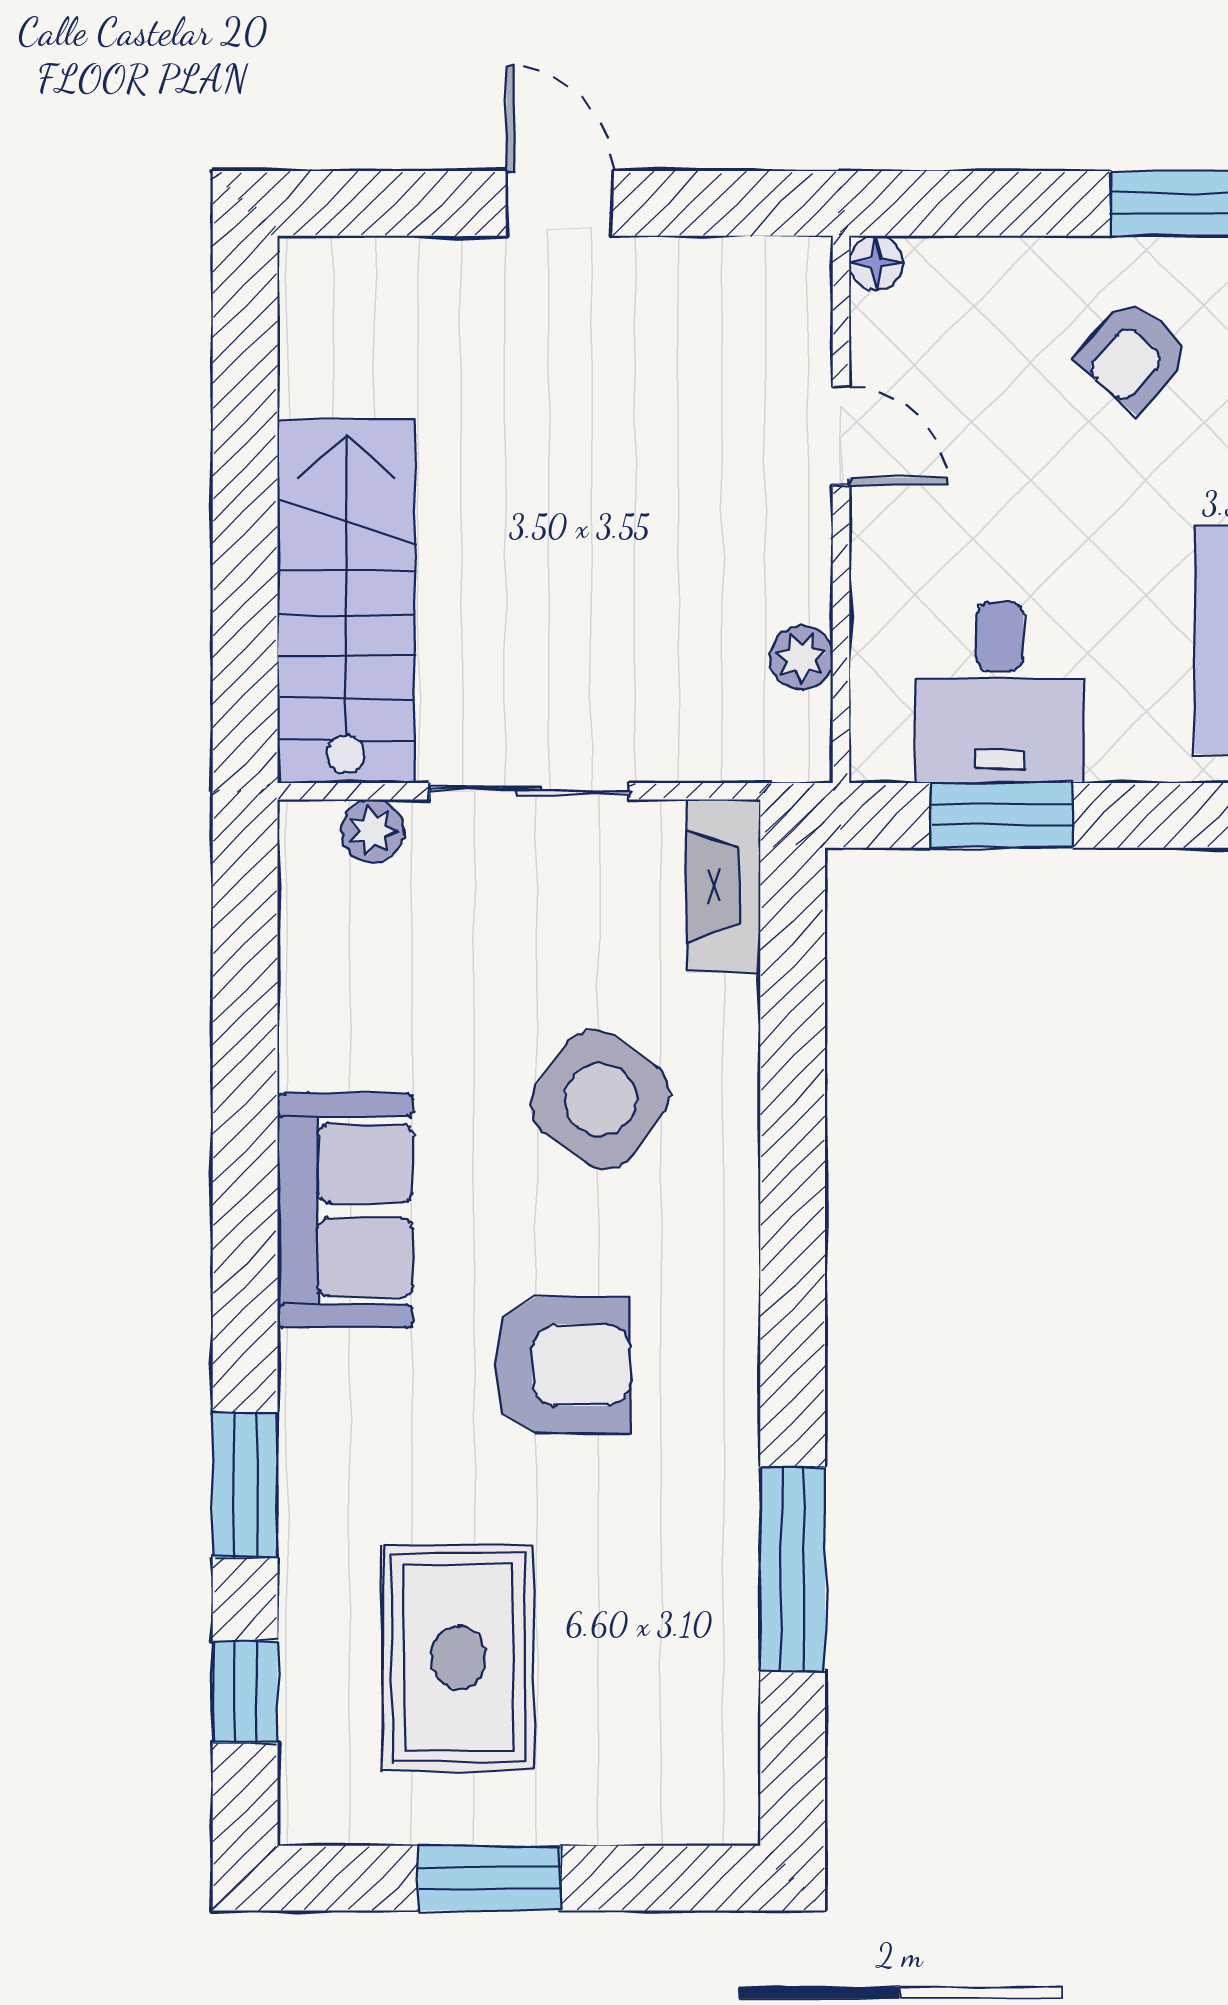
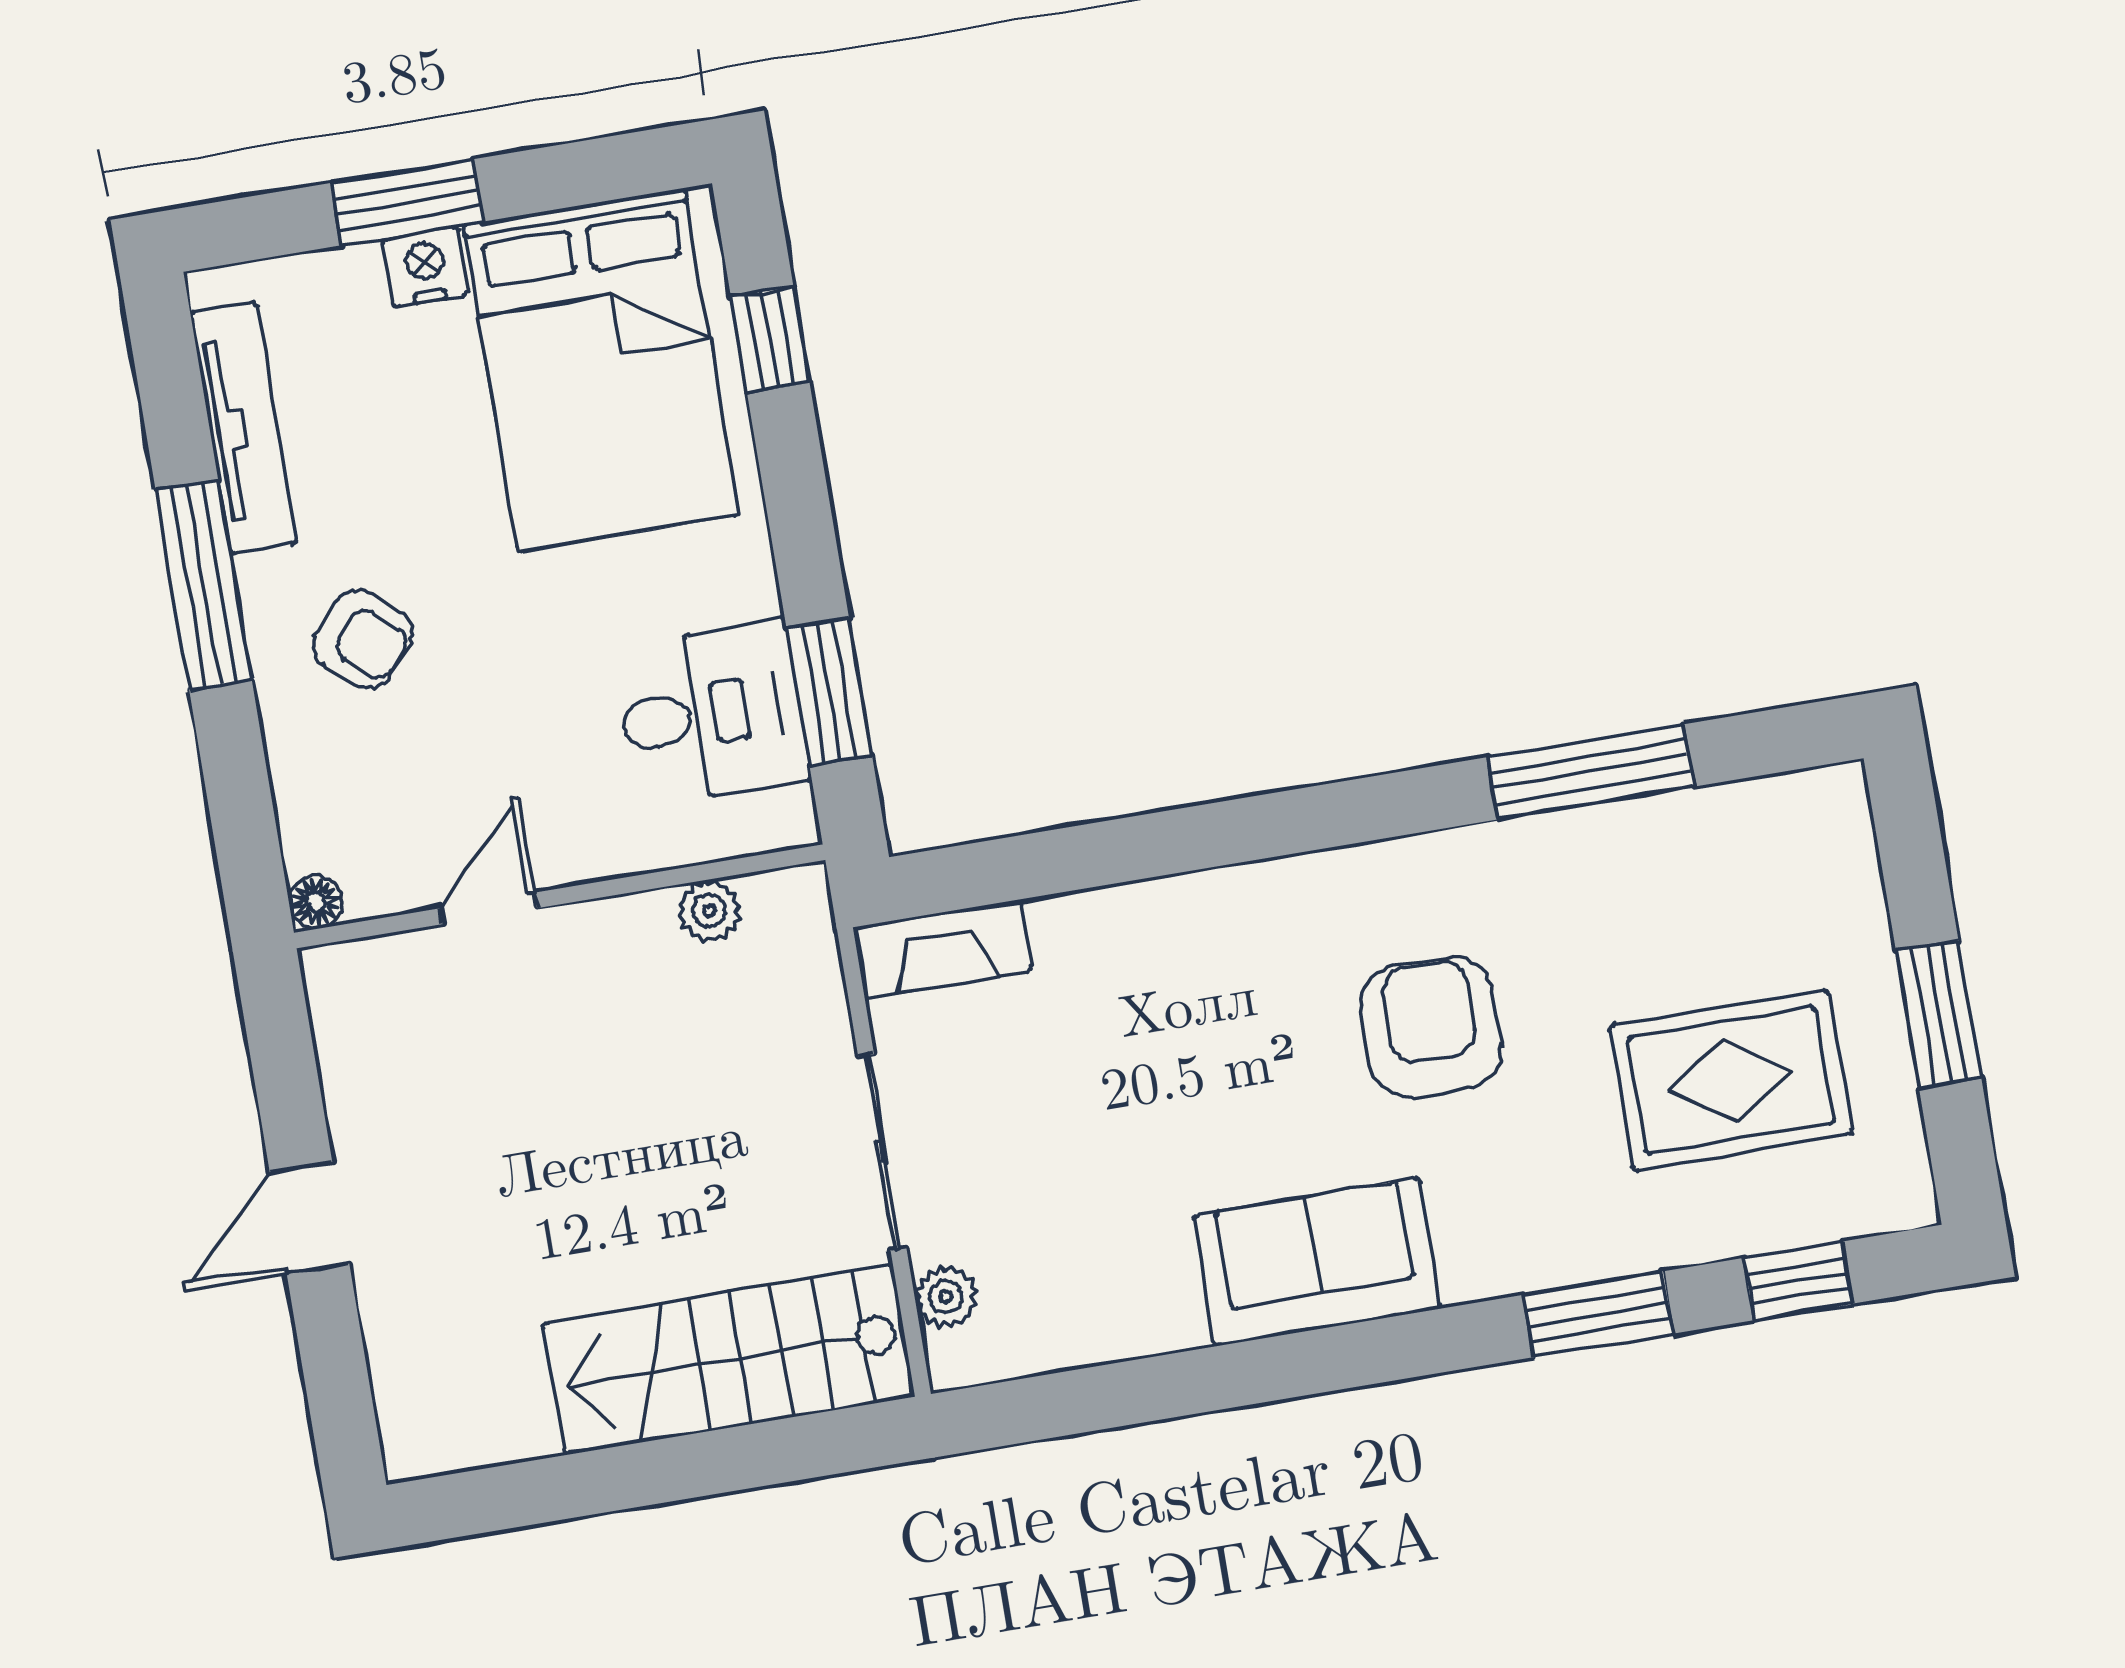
side table: (600, 1099) -> (1169, 1034), removed

